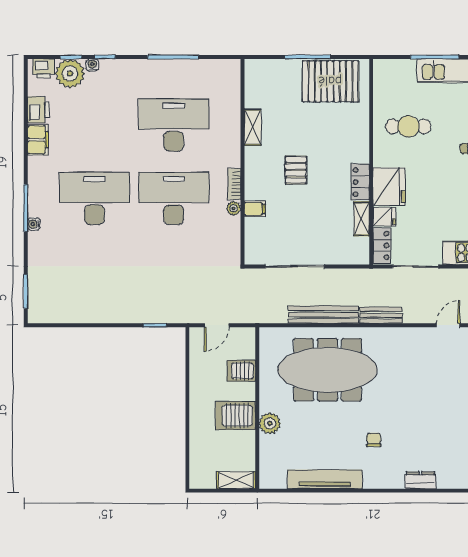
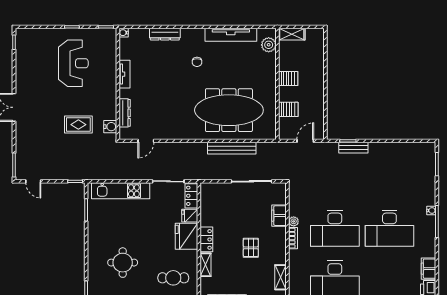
filing cabinet: (255, 209) -> (279, 216), width x2.00
shelving: (362, 219) -> (205, 265), moved
bench: (381, 315) -> (353, 148), moved
server rack: (236, 416) -> (288, 79), width x0.73, depth x0.70
plant: (270, 423) -> (269, 45), moved
dresser: (420, 480) -> (165, 34), width x1.44

